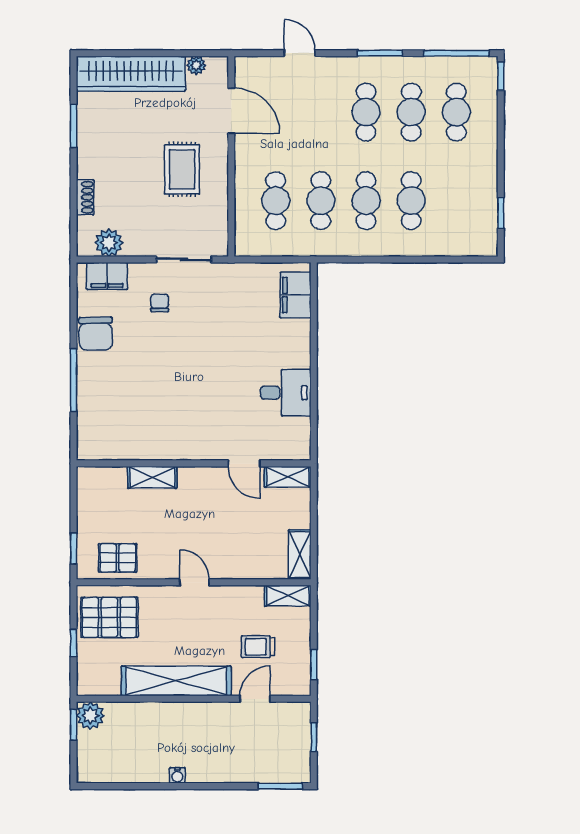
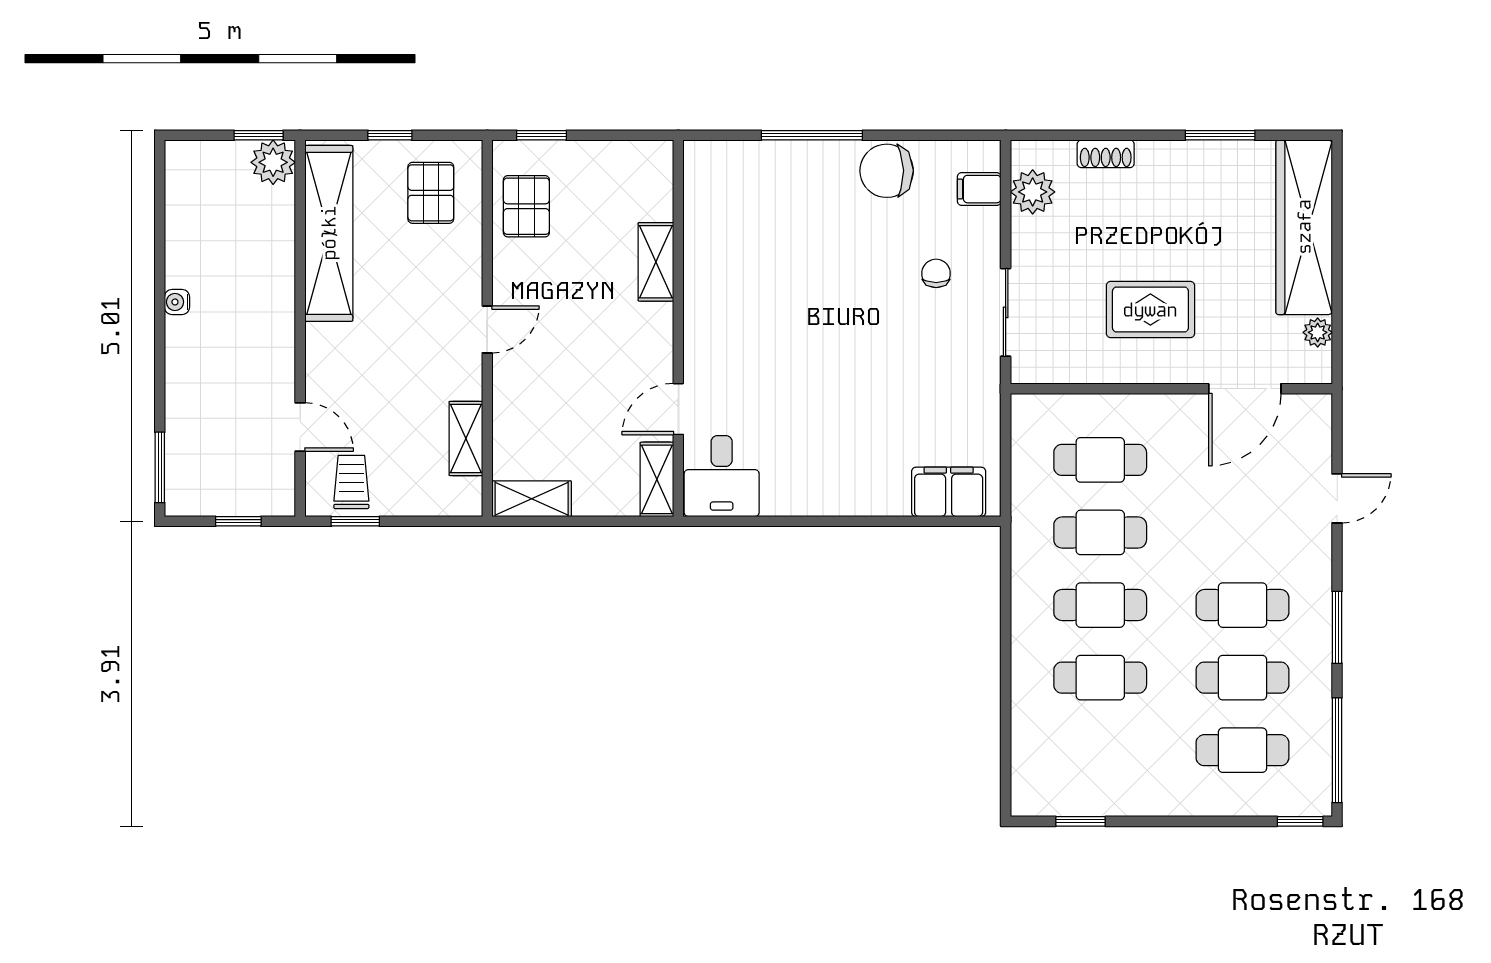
filing cabinet: (107, 276) -> (979, 189), width x0.50
chair: (160, 303) -> (936, 273), turned -90
desk: (286, 393) -> (722, 476), moved
shelving: (288, 596) -> (466, 438), moved
pallet: (109, 617) -> (431, 193), width x0.67, depth x0.71
trolley: (258, 647) -> (351, 482), moved
shelving: (176, 681) -> (329, 233), moved

